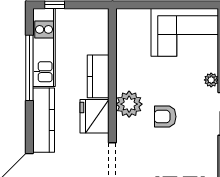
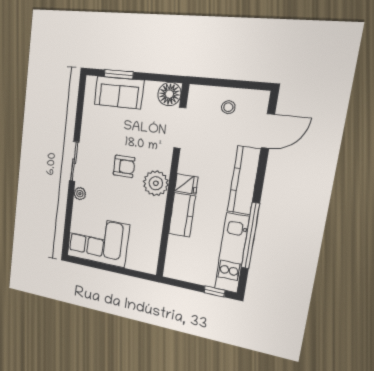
fridge: (95, 116) -> (186, 184), width x0.53, depth x0.75

